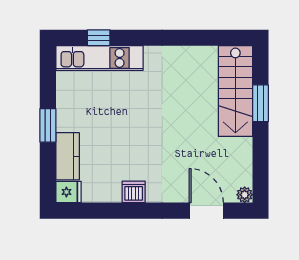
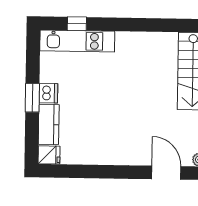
dishwasher: (134, 192) -> (48, 93), moved, turned 90

